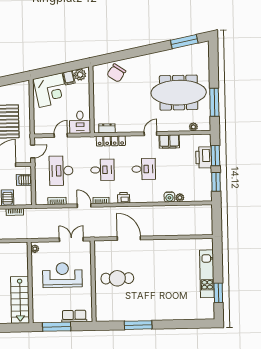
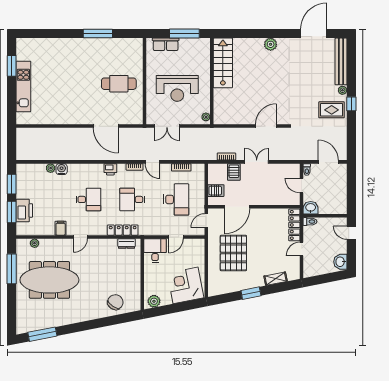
filing cabinet: (69, 78) -> (166, 298), removed
filing cabinet: (169, 141) -> (61, 228), width x0.50
desk: (144, 169) -> (88, 199), turned 180

